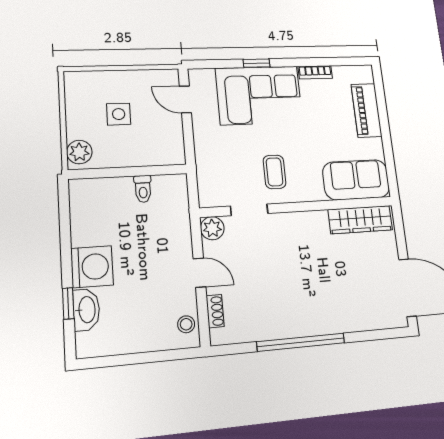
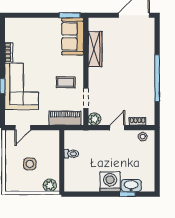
piano: (367, 110) -> (65, 118), moved, turned 180
window: (391, 173) -> (70, 15), added
wardrobe: (360, 220) -> (95, 49), moved

